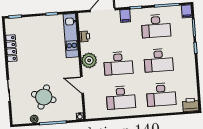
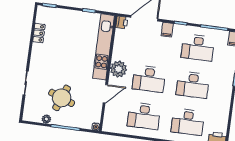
kitchen unit: (71, 36) -> (104, 47), width x1.36
printer: (85, 36) -> (122, 22), moved
locker: (11, 48) -> (39, 33), width x0.66
door: (82, 85) -> (105, 94), swing flipped

